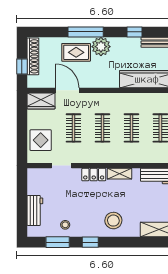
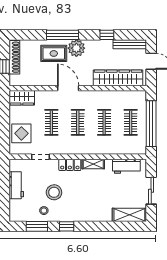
door: (67, 90) -> (68, 88), moved
workbench: (35, 210) -> (16, 185), moved
stool: (113, 221) -> (54, 192), moved

